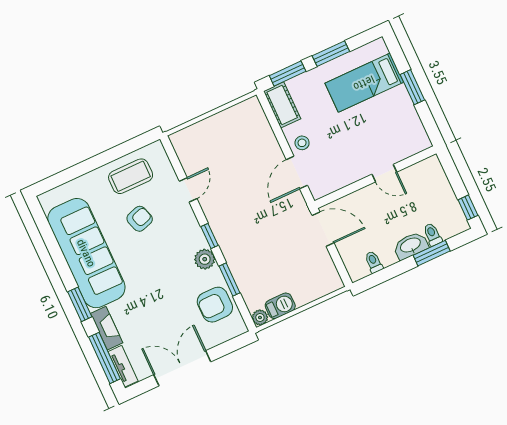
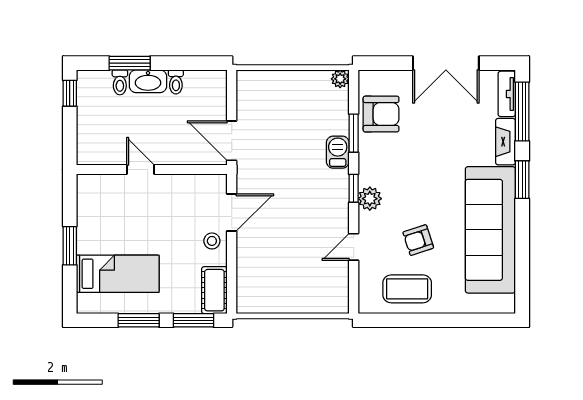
plant: (205, 259) -> (370, 199), moved
toilet: (374, 262) -> (176, 82), moved
barbecue: (280, 306) -> (338, 152), moved, turned 90

